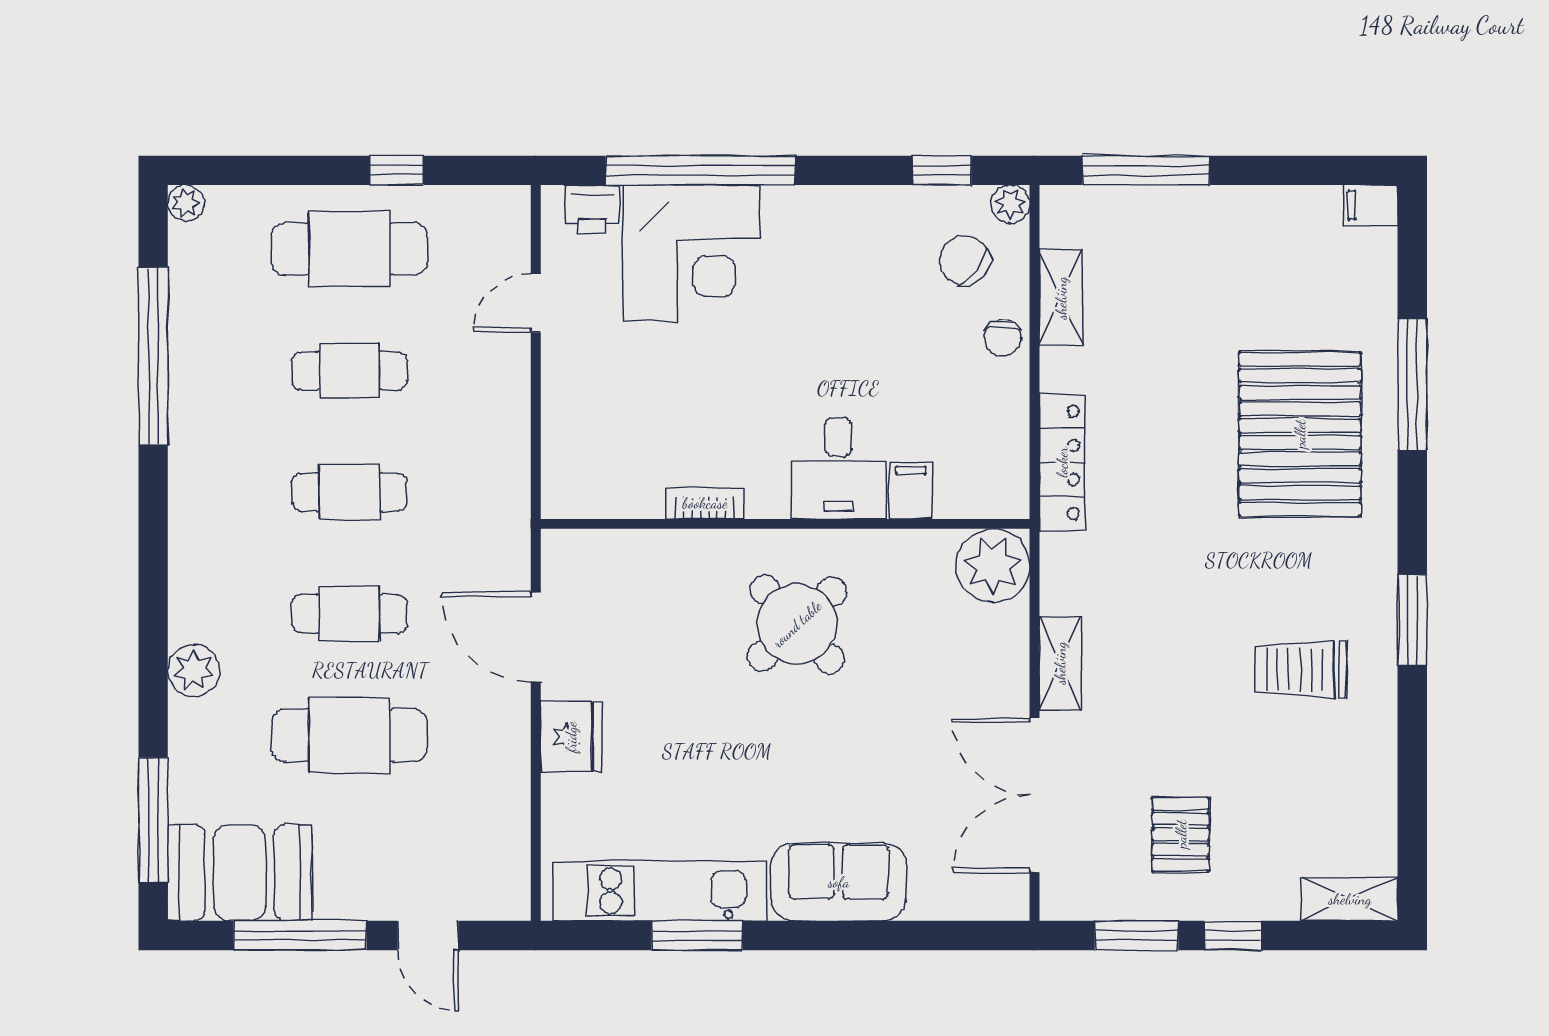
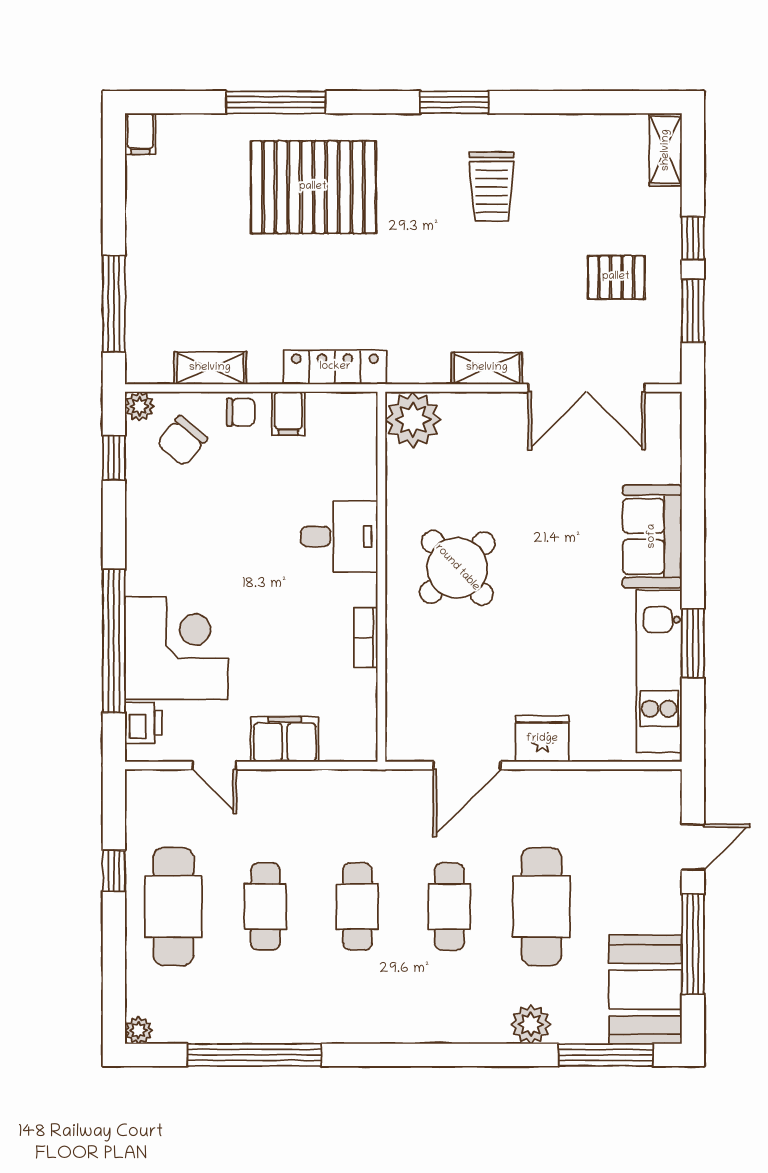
filing cabinet: (570, 396) -> (285, 739), added
filing cabinet: (911, 490) -> (288, 413), moved, turned -90
plant: (194, 671) -> (531, 1024), moved

